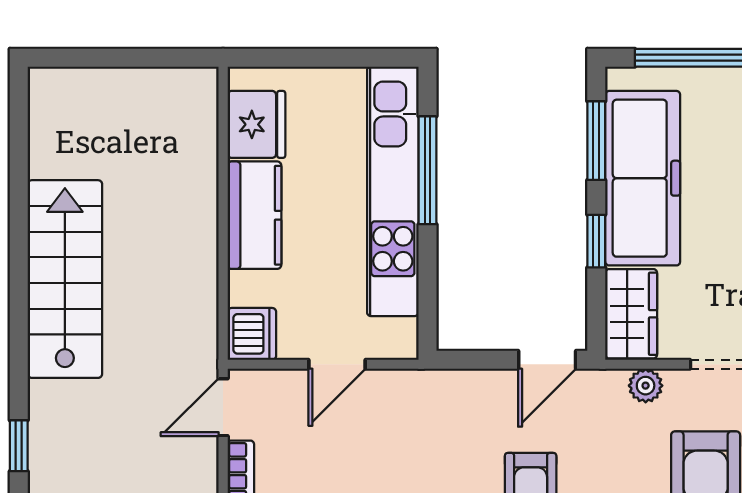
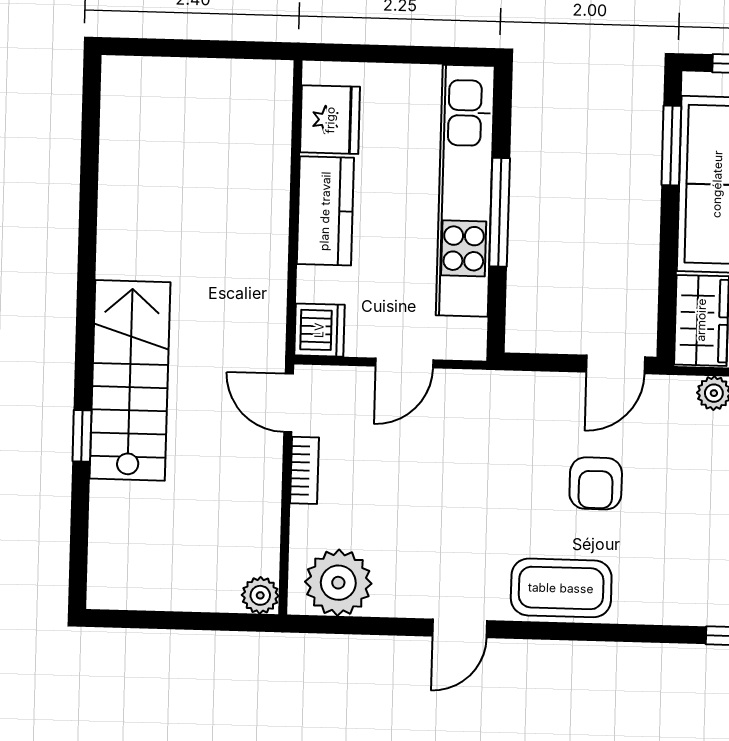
window: (428, 170) -> (500, 212), moved
window: (596, 241) -> (669, 246), removed
stairs: (65, 279) -> (130, 380), moved
door: (223, 407) -> (289, 403), hinge flipped

